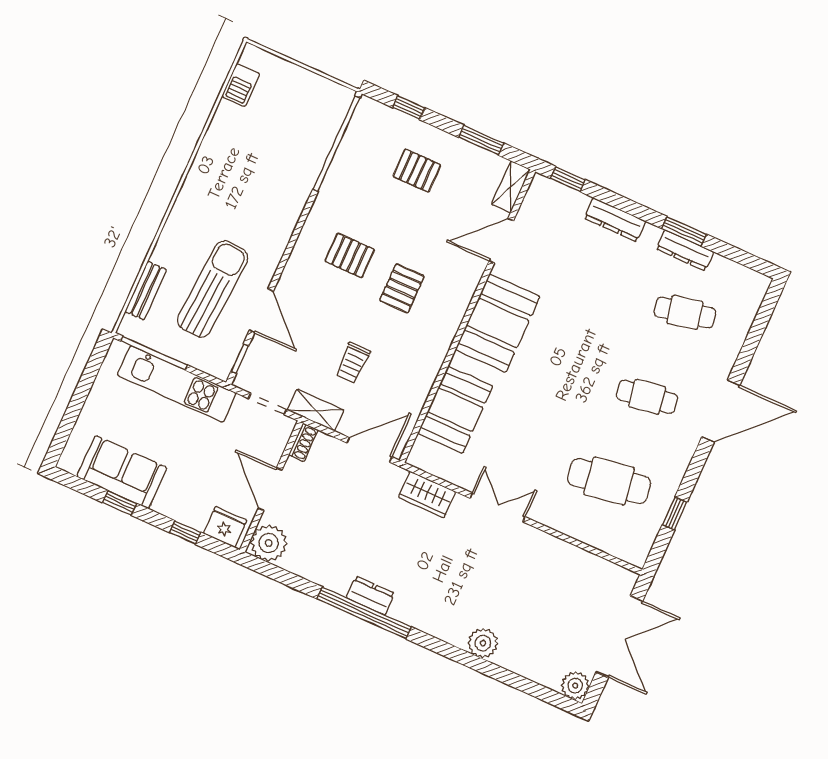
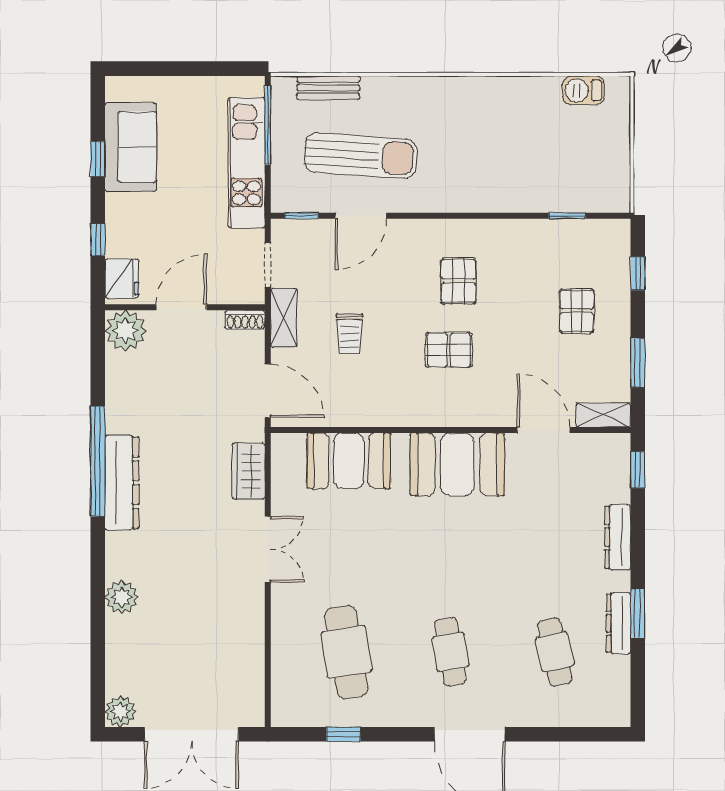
window: (336, 144) -> (567, 216), width x0.32
trolley: (353, 363) -> (349, 334), turned -90
dresser: (370, 595) -> (122, 483), width x1.96, depth x1.24

